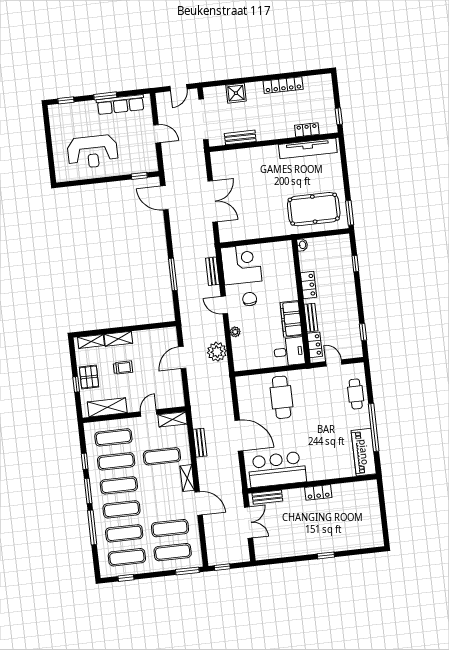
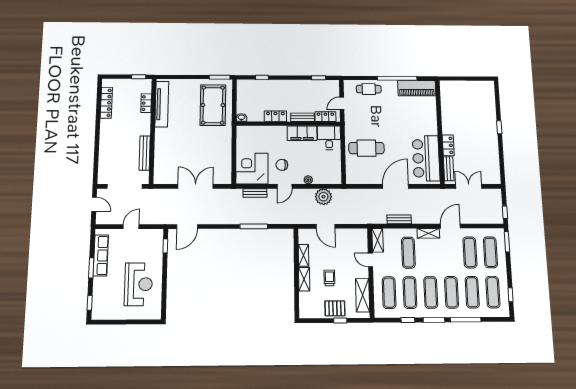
locker: (283, 85) -> (106, 103), moved
shower: (236, 93) -> (106, 157), removed
bench: (240, 137) -> (145, 153), width x1.36
shelving: (91, 341) -> (304, 255), moved
locker: (318, 492) -> (448, 145), moved

